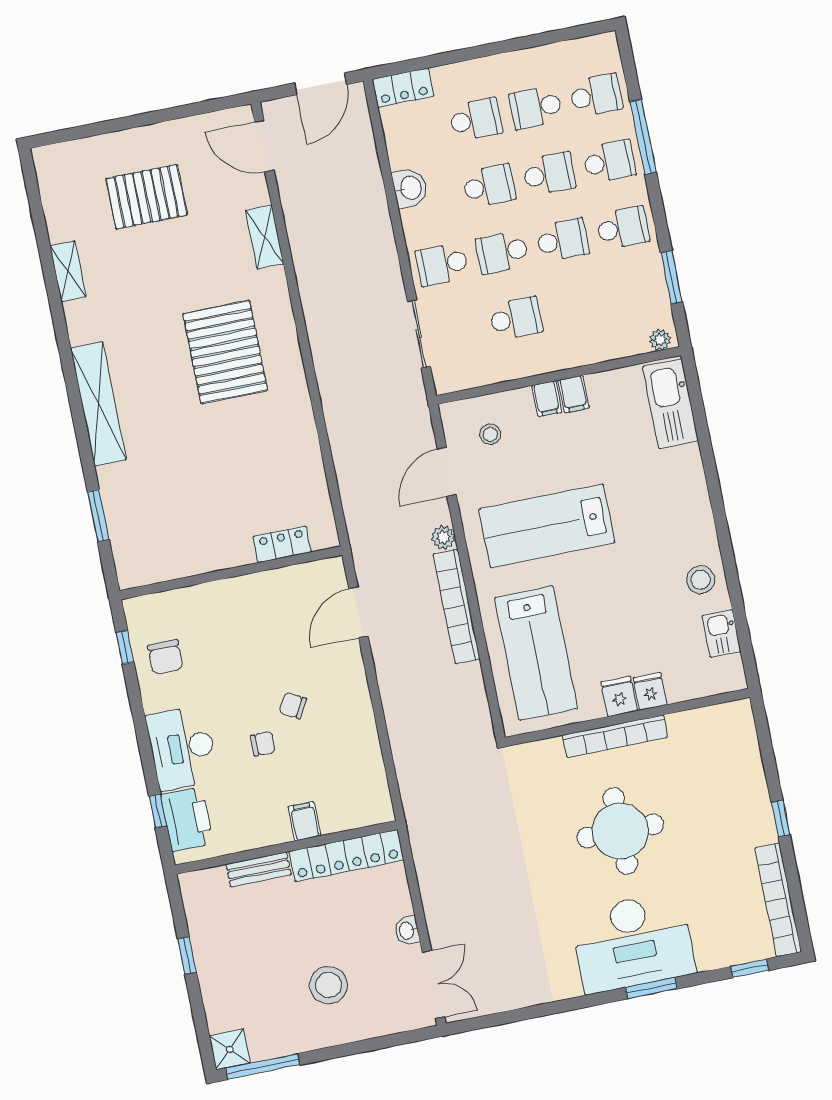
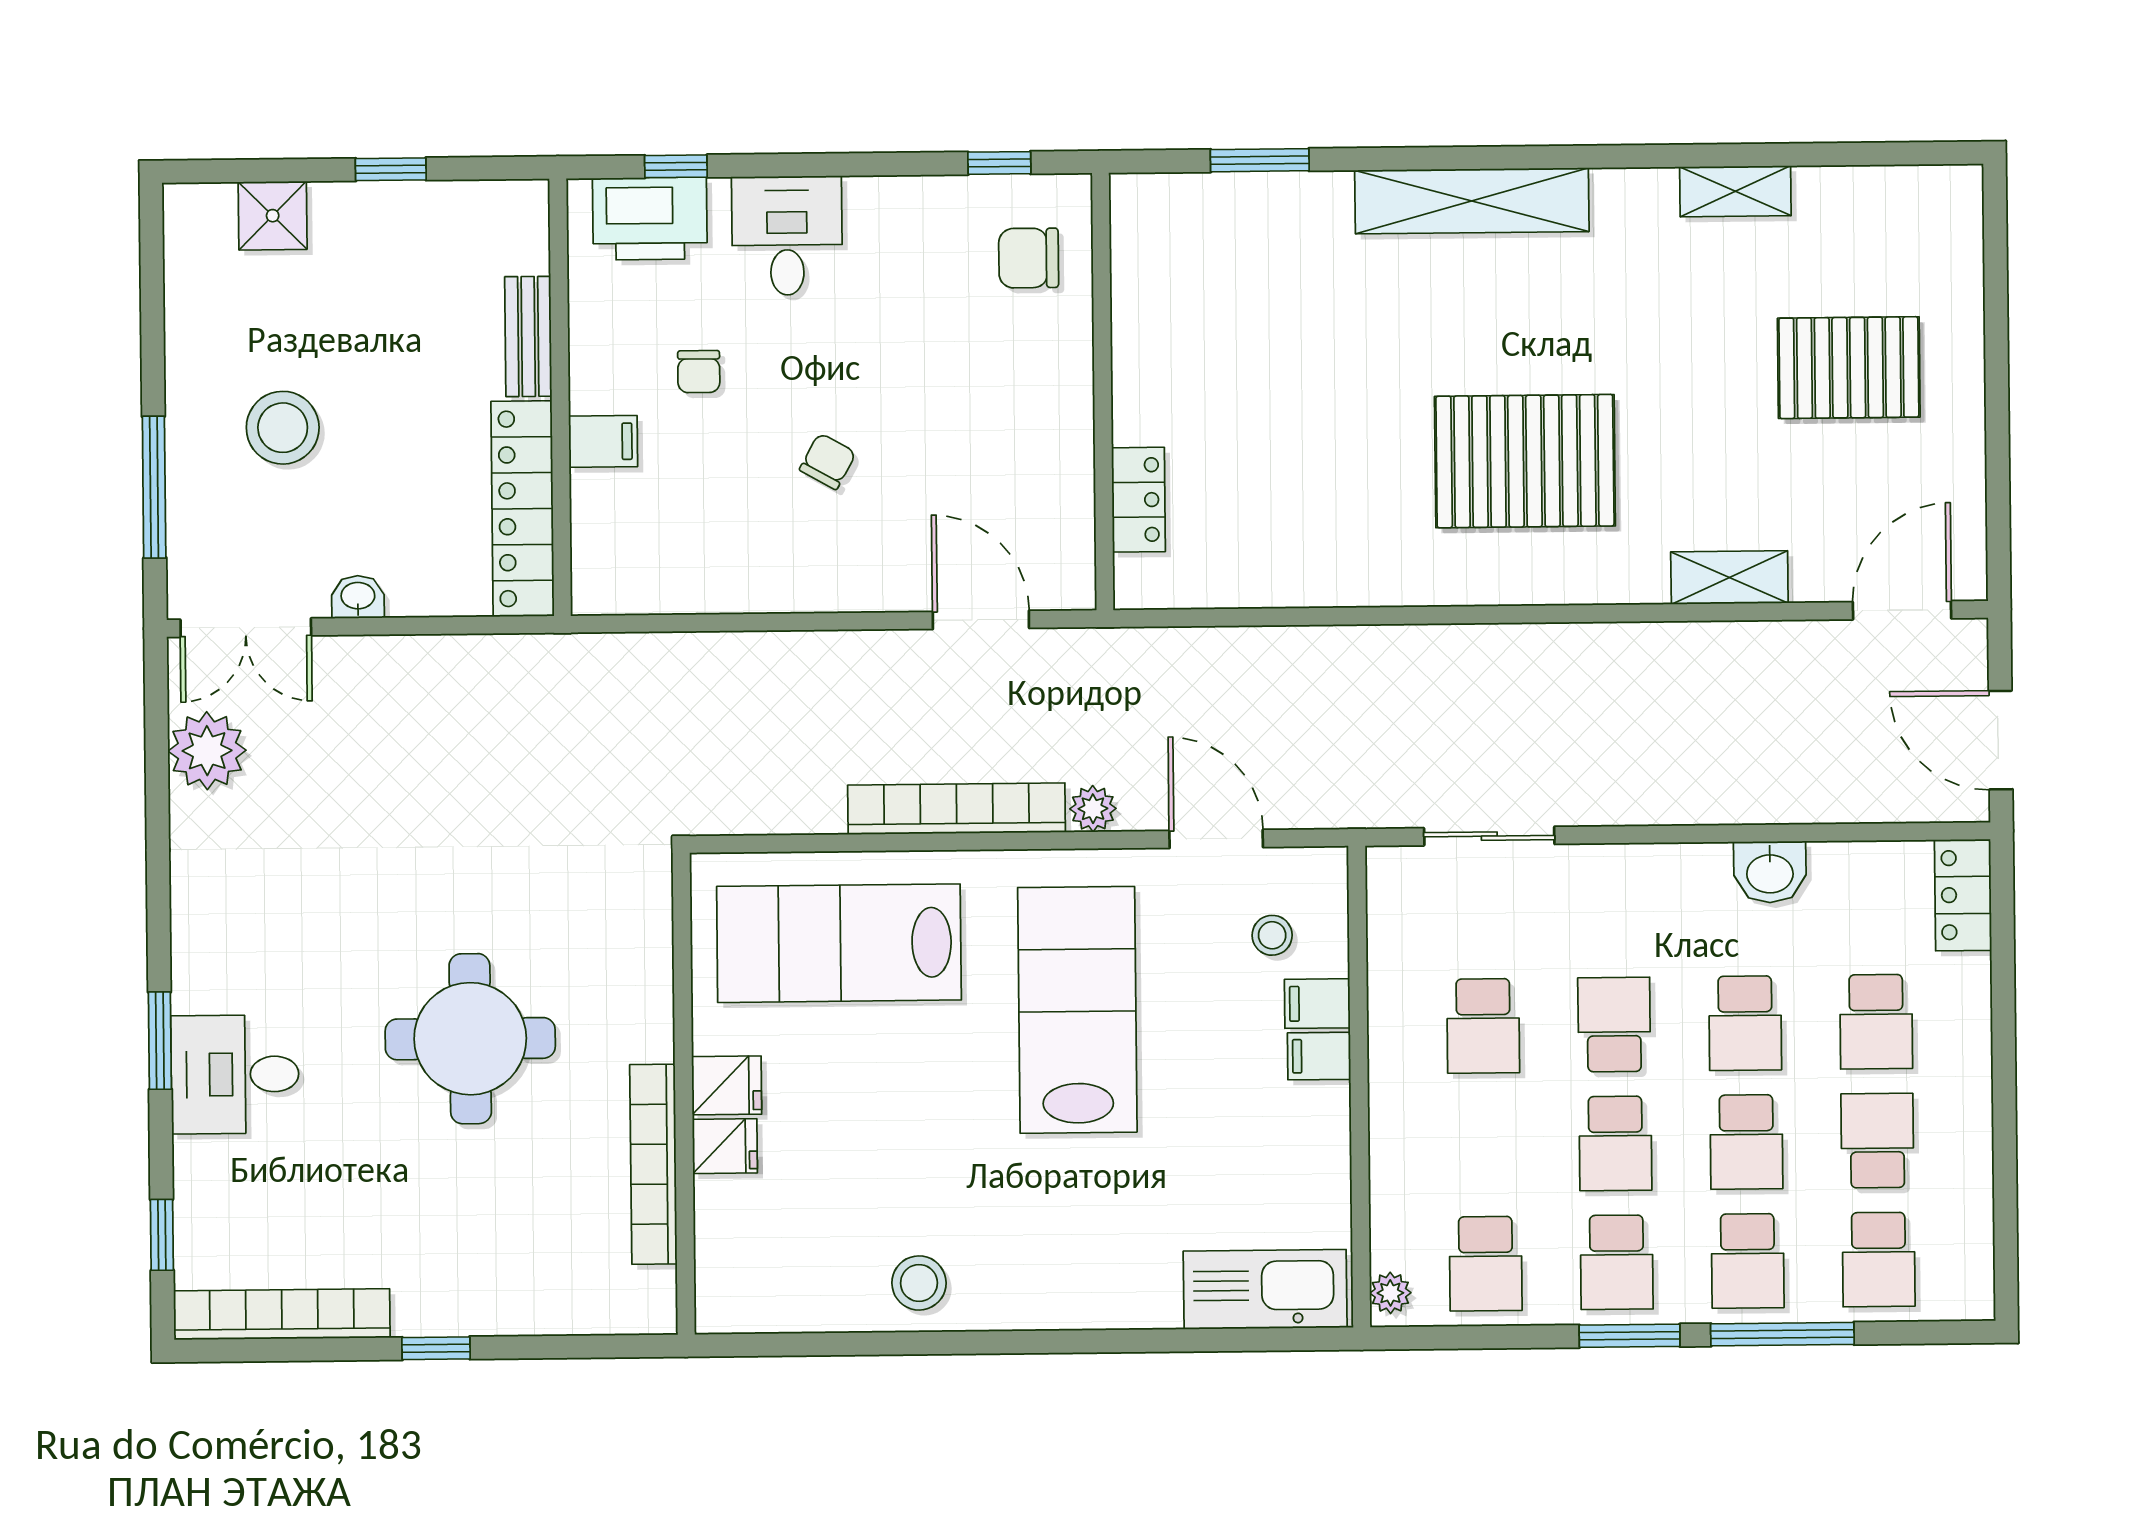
pallet: (147, 197) -> (1849, 368), turned 90
school desk: (442, 264) -> (1486, 1264), moved, turned 180
window: (671, 277) -> (1630, 1336), moved
filing cabinet: (574, 394) -> (1317, 1004), moved
kitchen sink: (721, 634) -> (809, 1303), removed
chair: (165, 657) -> (1029, 258), moved
bookcase: (615, 736) -> (653, 1164), moved
chair: (263, 744) -> (699, 372), moved
desk: (182, 748) -> (787, 236), width x0.73
desk: (633, 942) -> (235, 1074), width x0.53, depth x0.77
plant: (500, 992) -> (207, 751), added
shower: (230, 1049) -> (273, 216), moved
window: (263, 1066) -> (154, 487), moved

